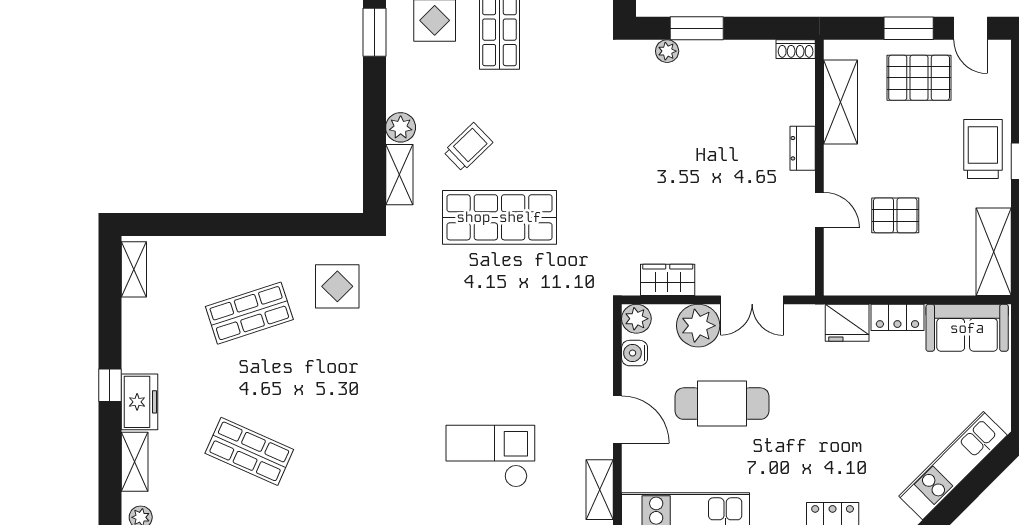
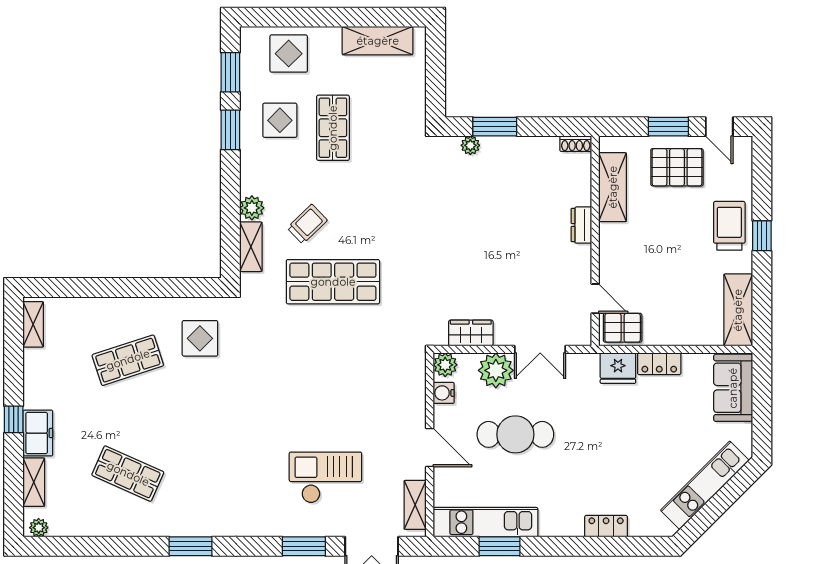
door: (819, 210) -> (595, 299), moved
pallet: (895, 215) -> (623, 328), moved
sofa: (967, 328) -> (733, 388), moved, turned 90

